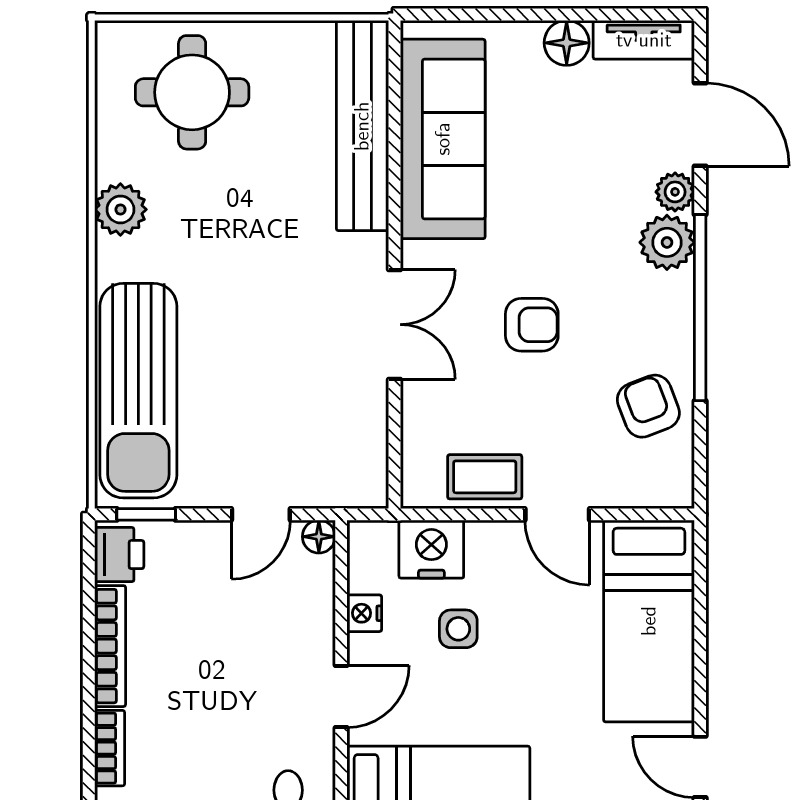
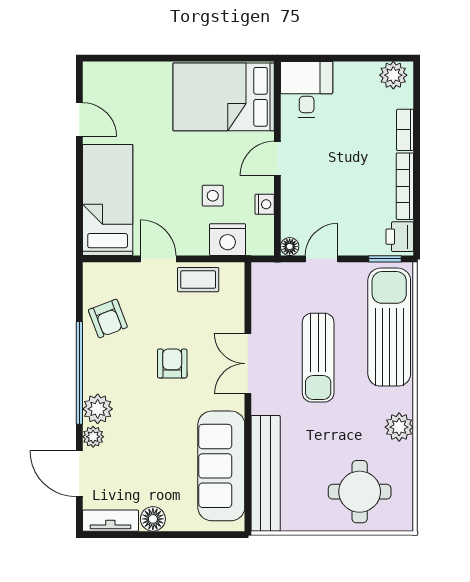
armchair: (532, 325) -> (172, 363), turned 90
sun lounger: (267, 335) -> (318, 358), added

